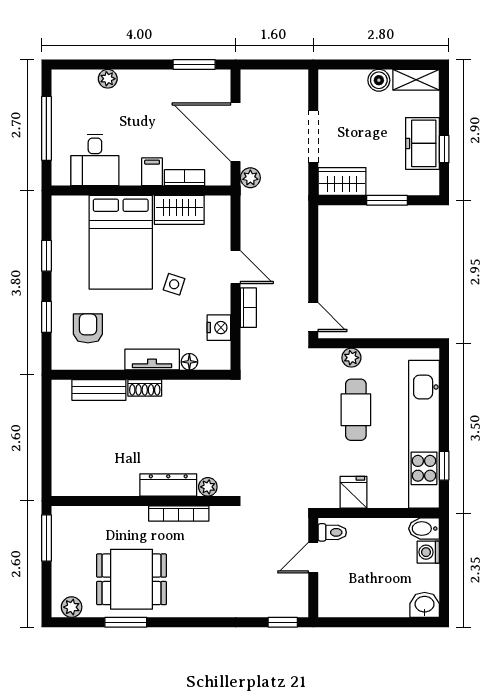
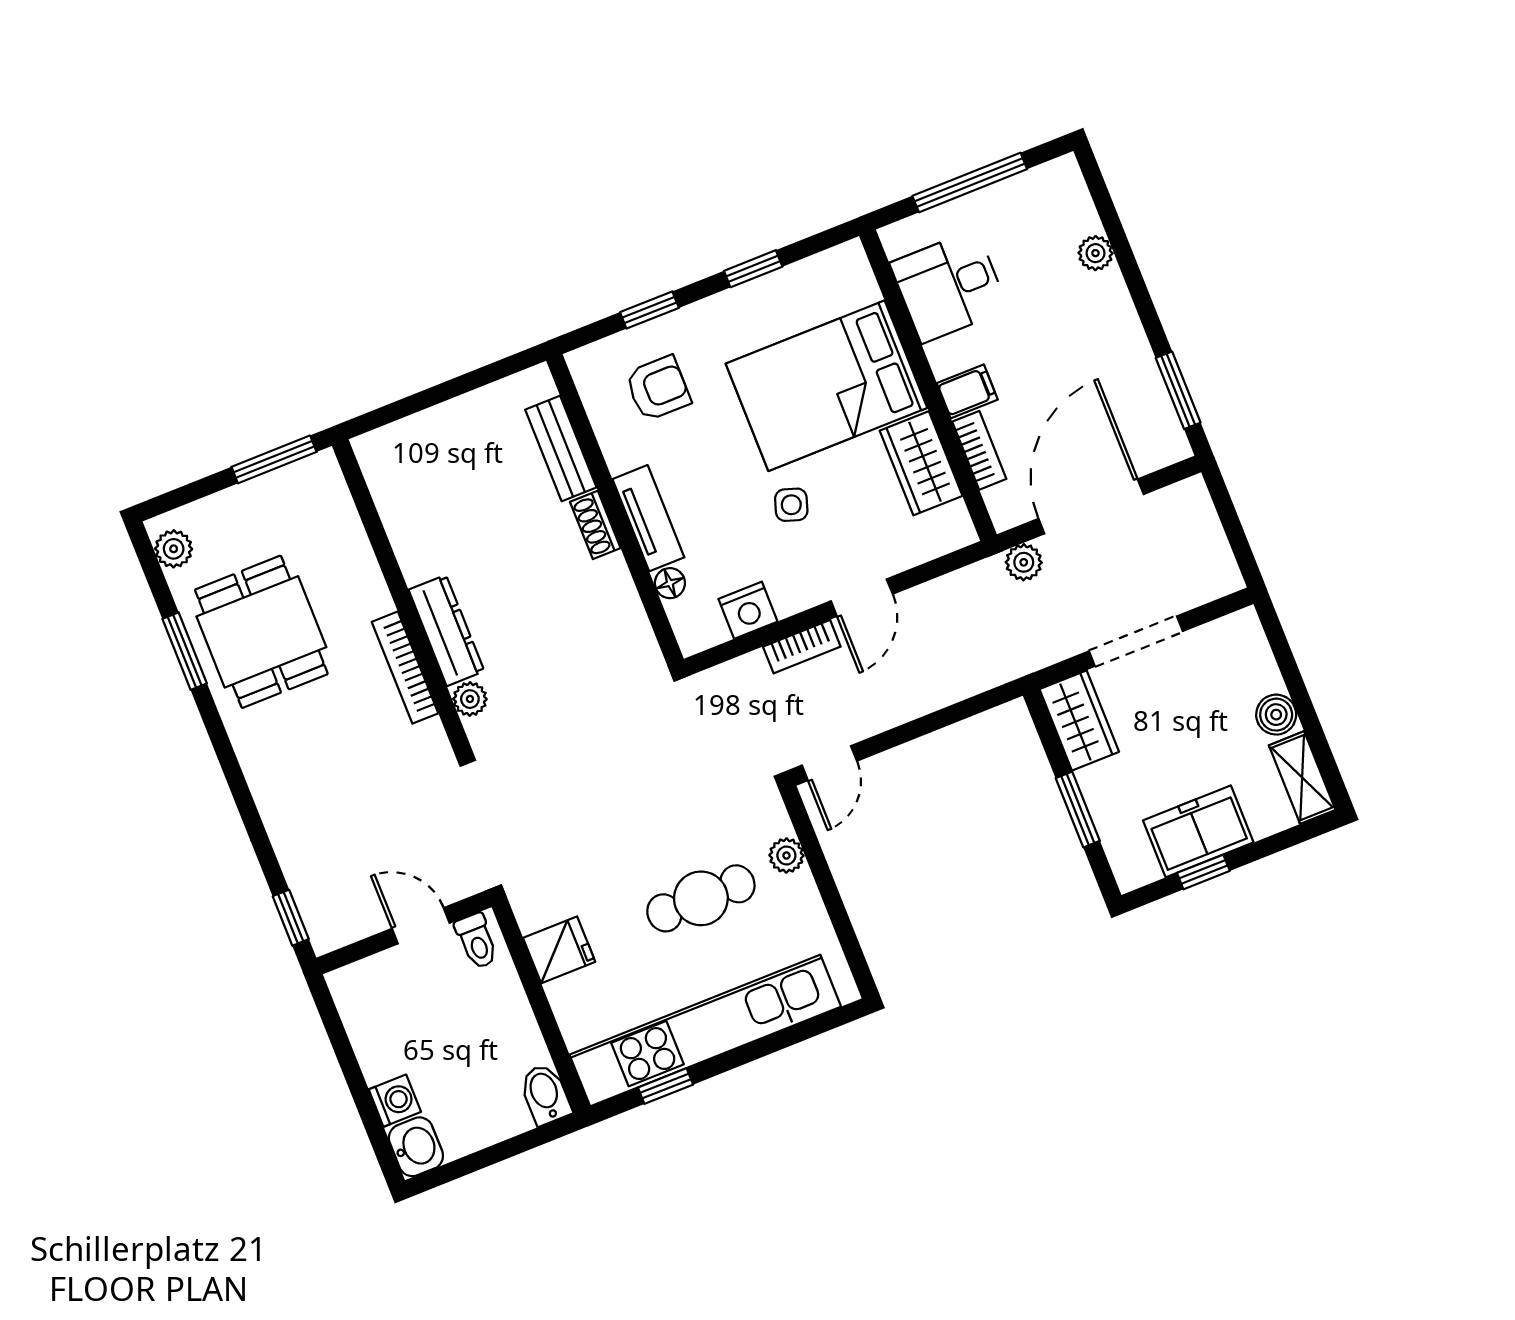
washing machine: (428, 552) -> (395, 1101), moved, turned 90

